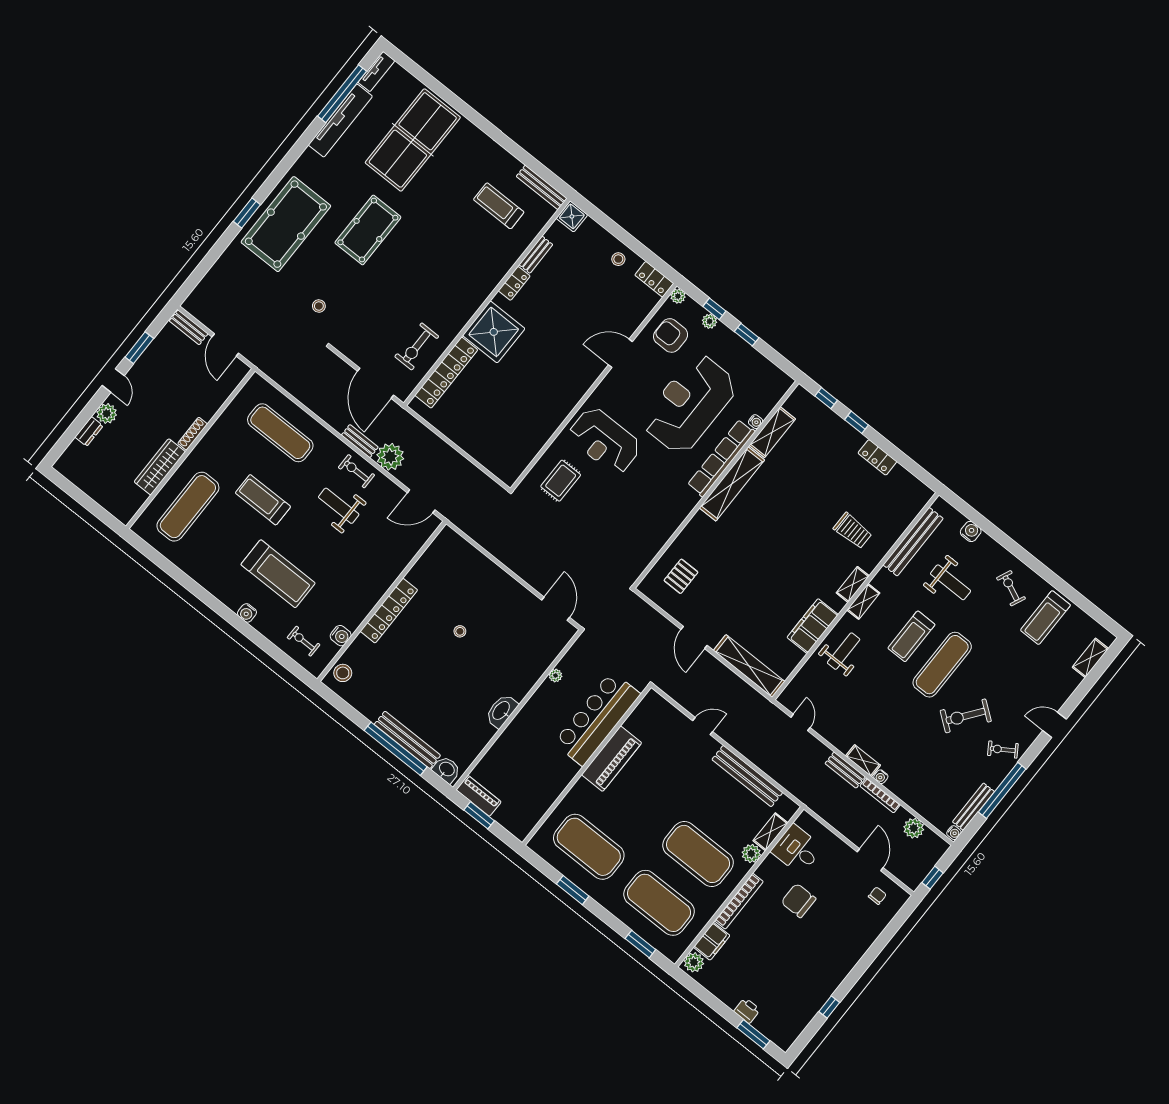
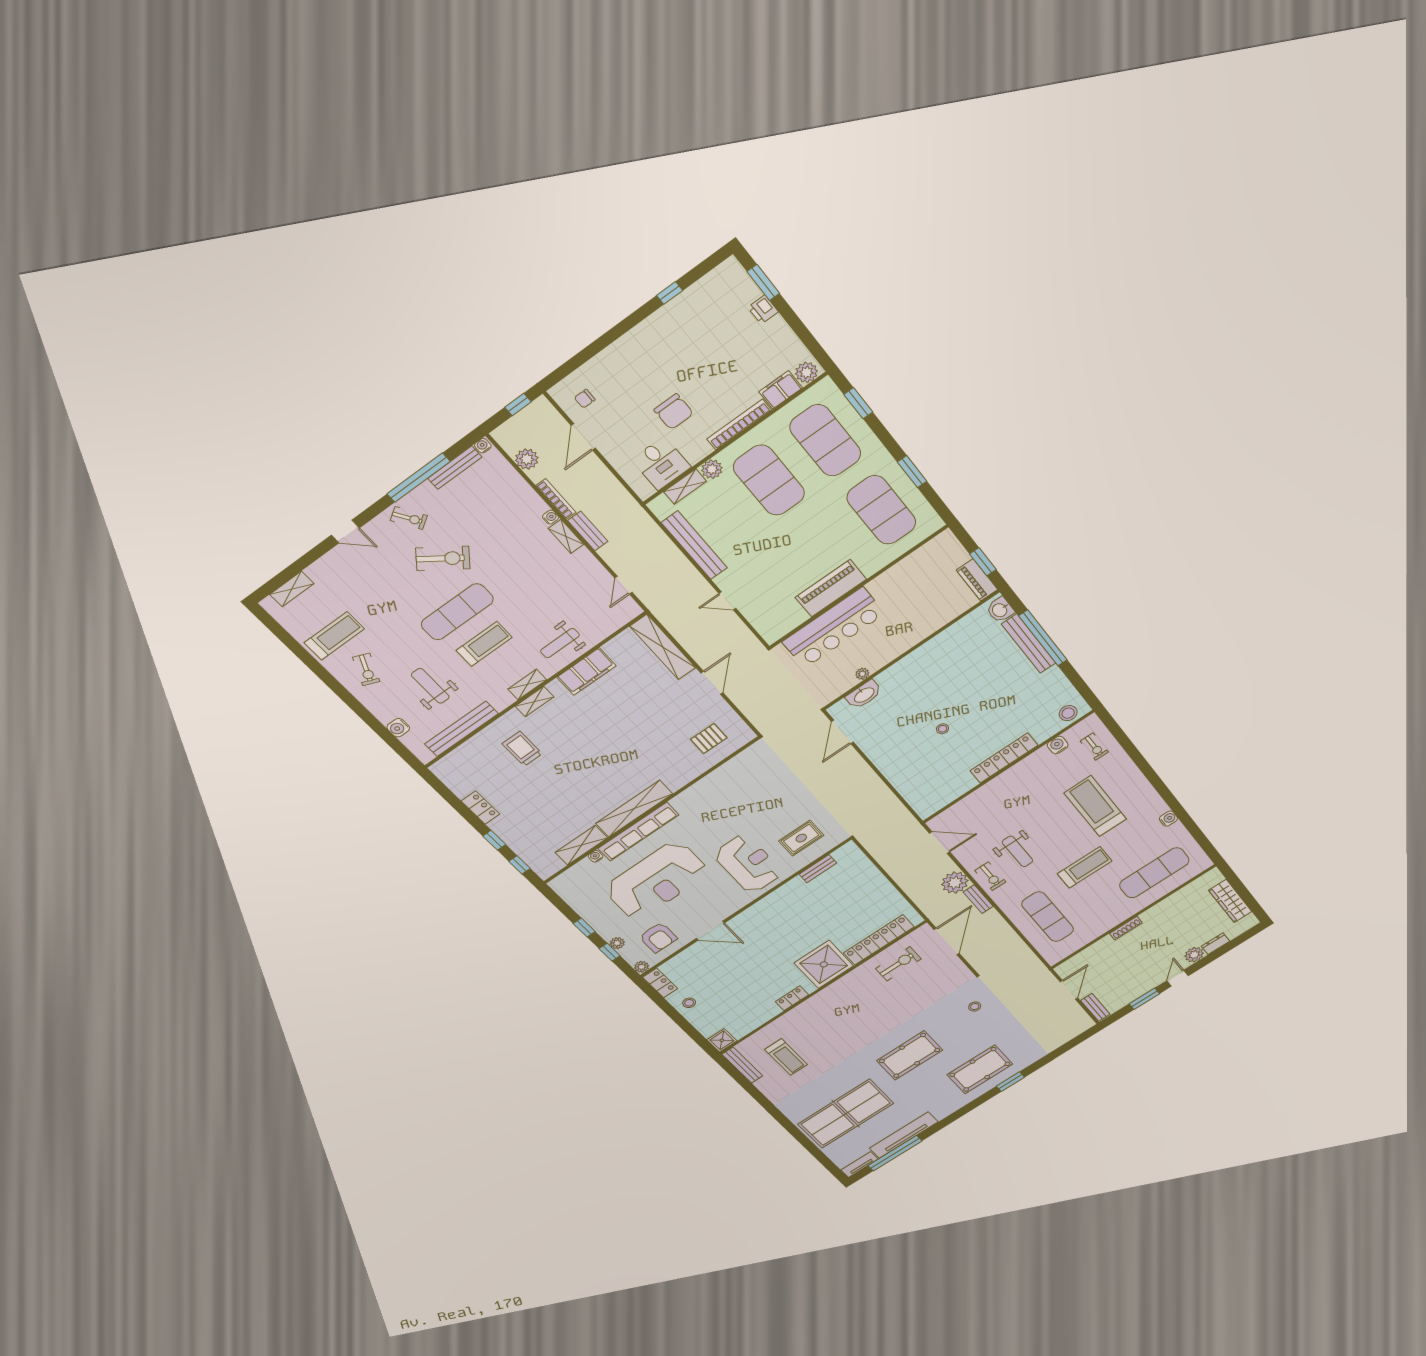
pool table: (286, 224) -> (980, 1069), width x0.73, depth x0.76
bench: (536, 255) -> (818, 869), moved
wardrobe: (160, 467) -> (1230, 901), moved, turned 90
treadmill: (263, 500) -> (1085, 867), turned -90
water cooler: (247, 613) -> (1168, 819), moved
washbasin: (501, 711) -> (864, 695), moved

